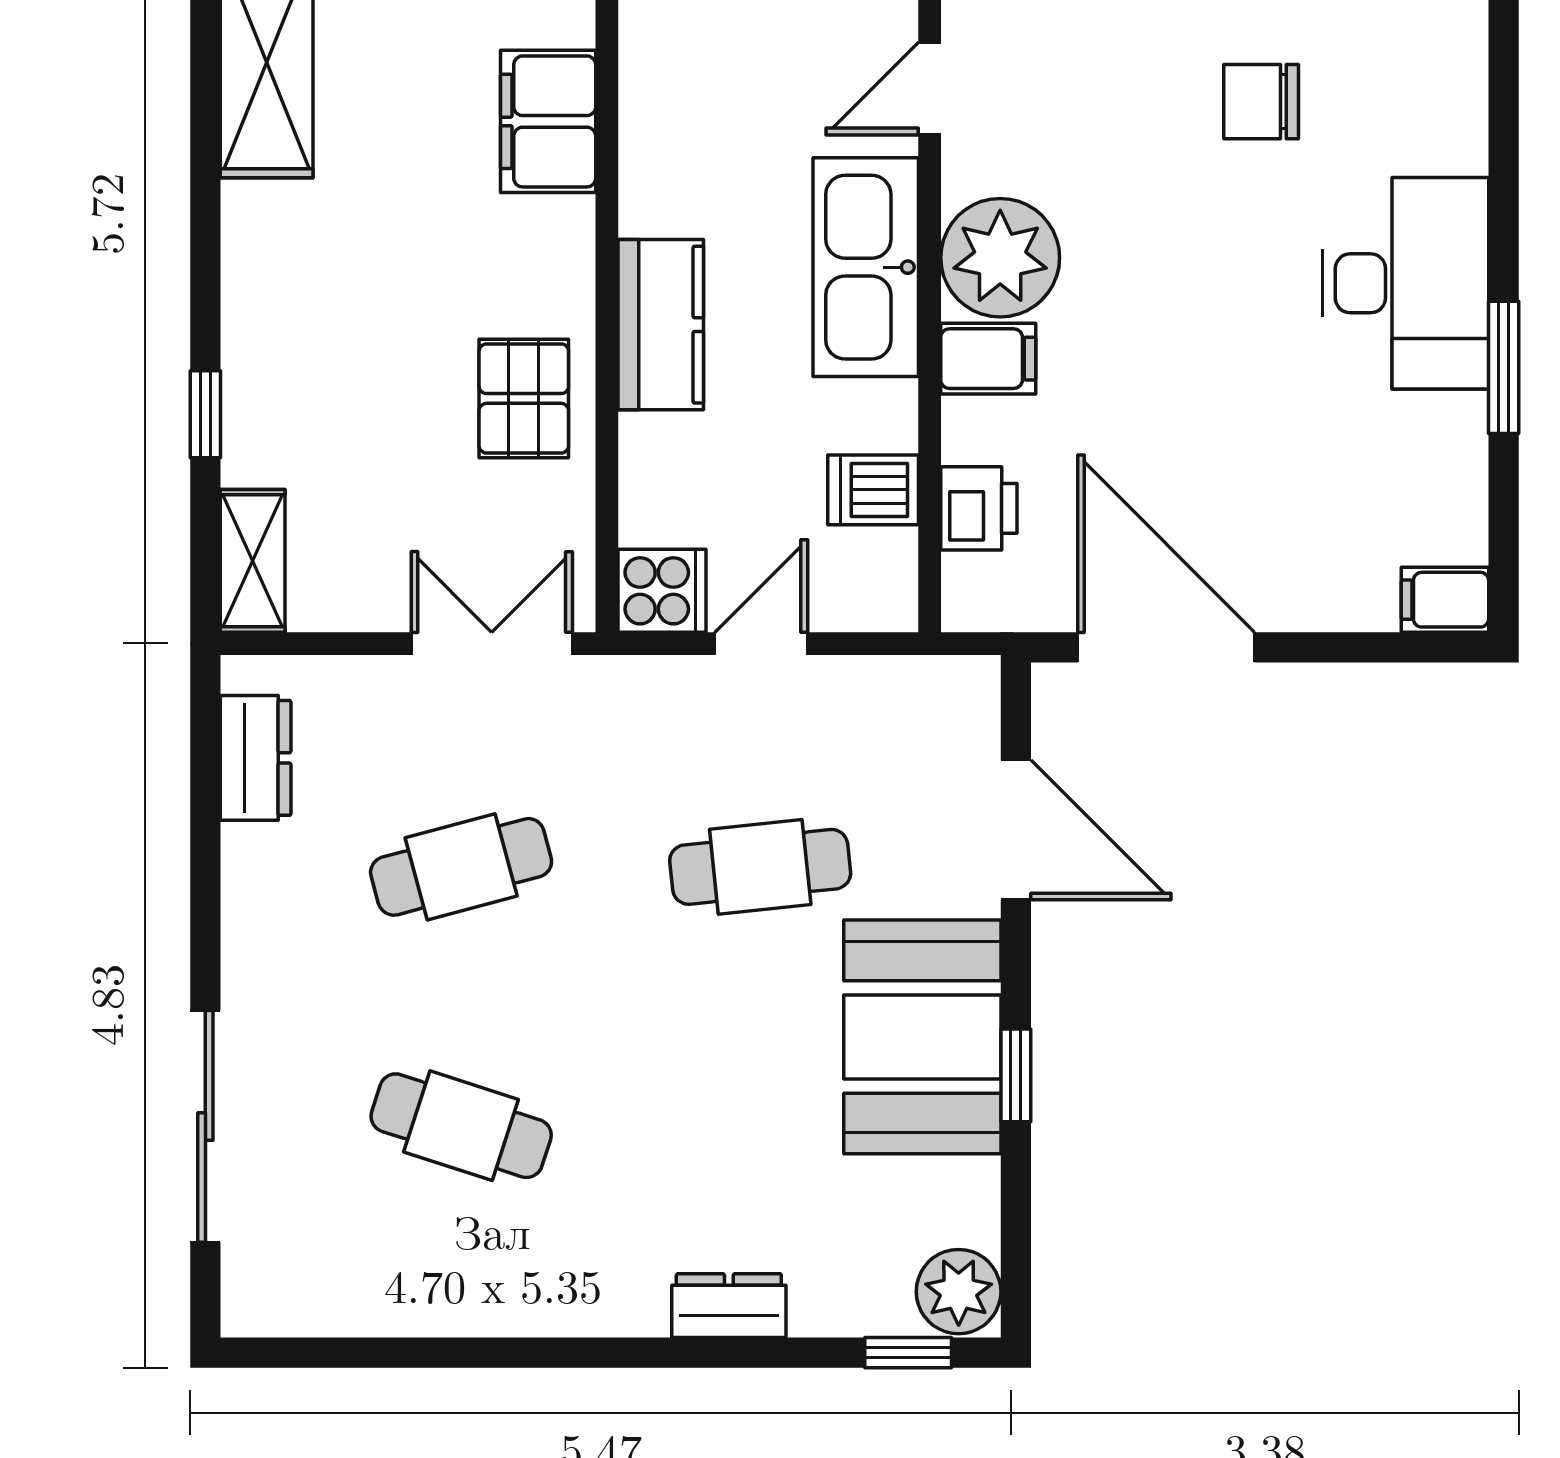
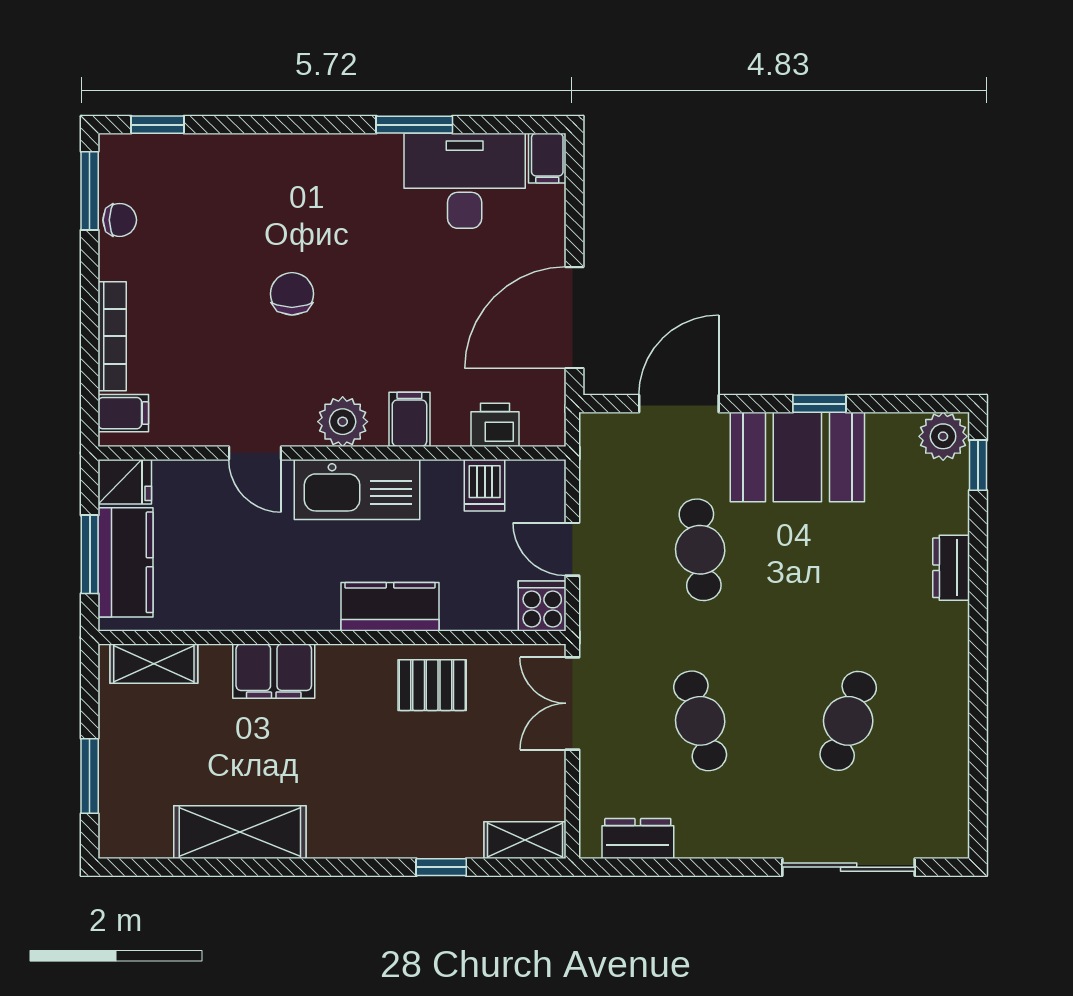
chair: (1261, 102) -> (292, 294), moved, turned 180
plant: (1000, 258) -> (343, 422), width x0.73, depth x0.73
desk: (1405, 283) -> (465, 181), moved

